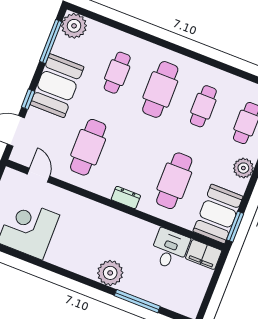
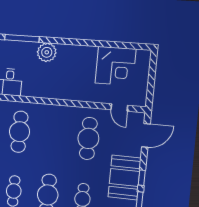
window: (28, 99) -> (142, 178), moved
dresser: (126, 197) -> (51, 110), removed

